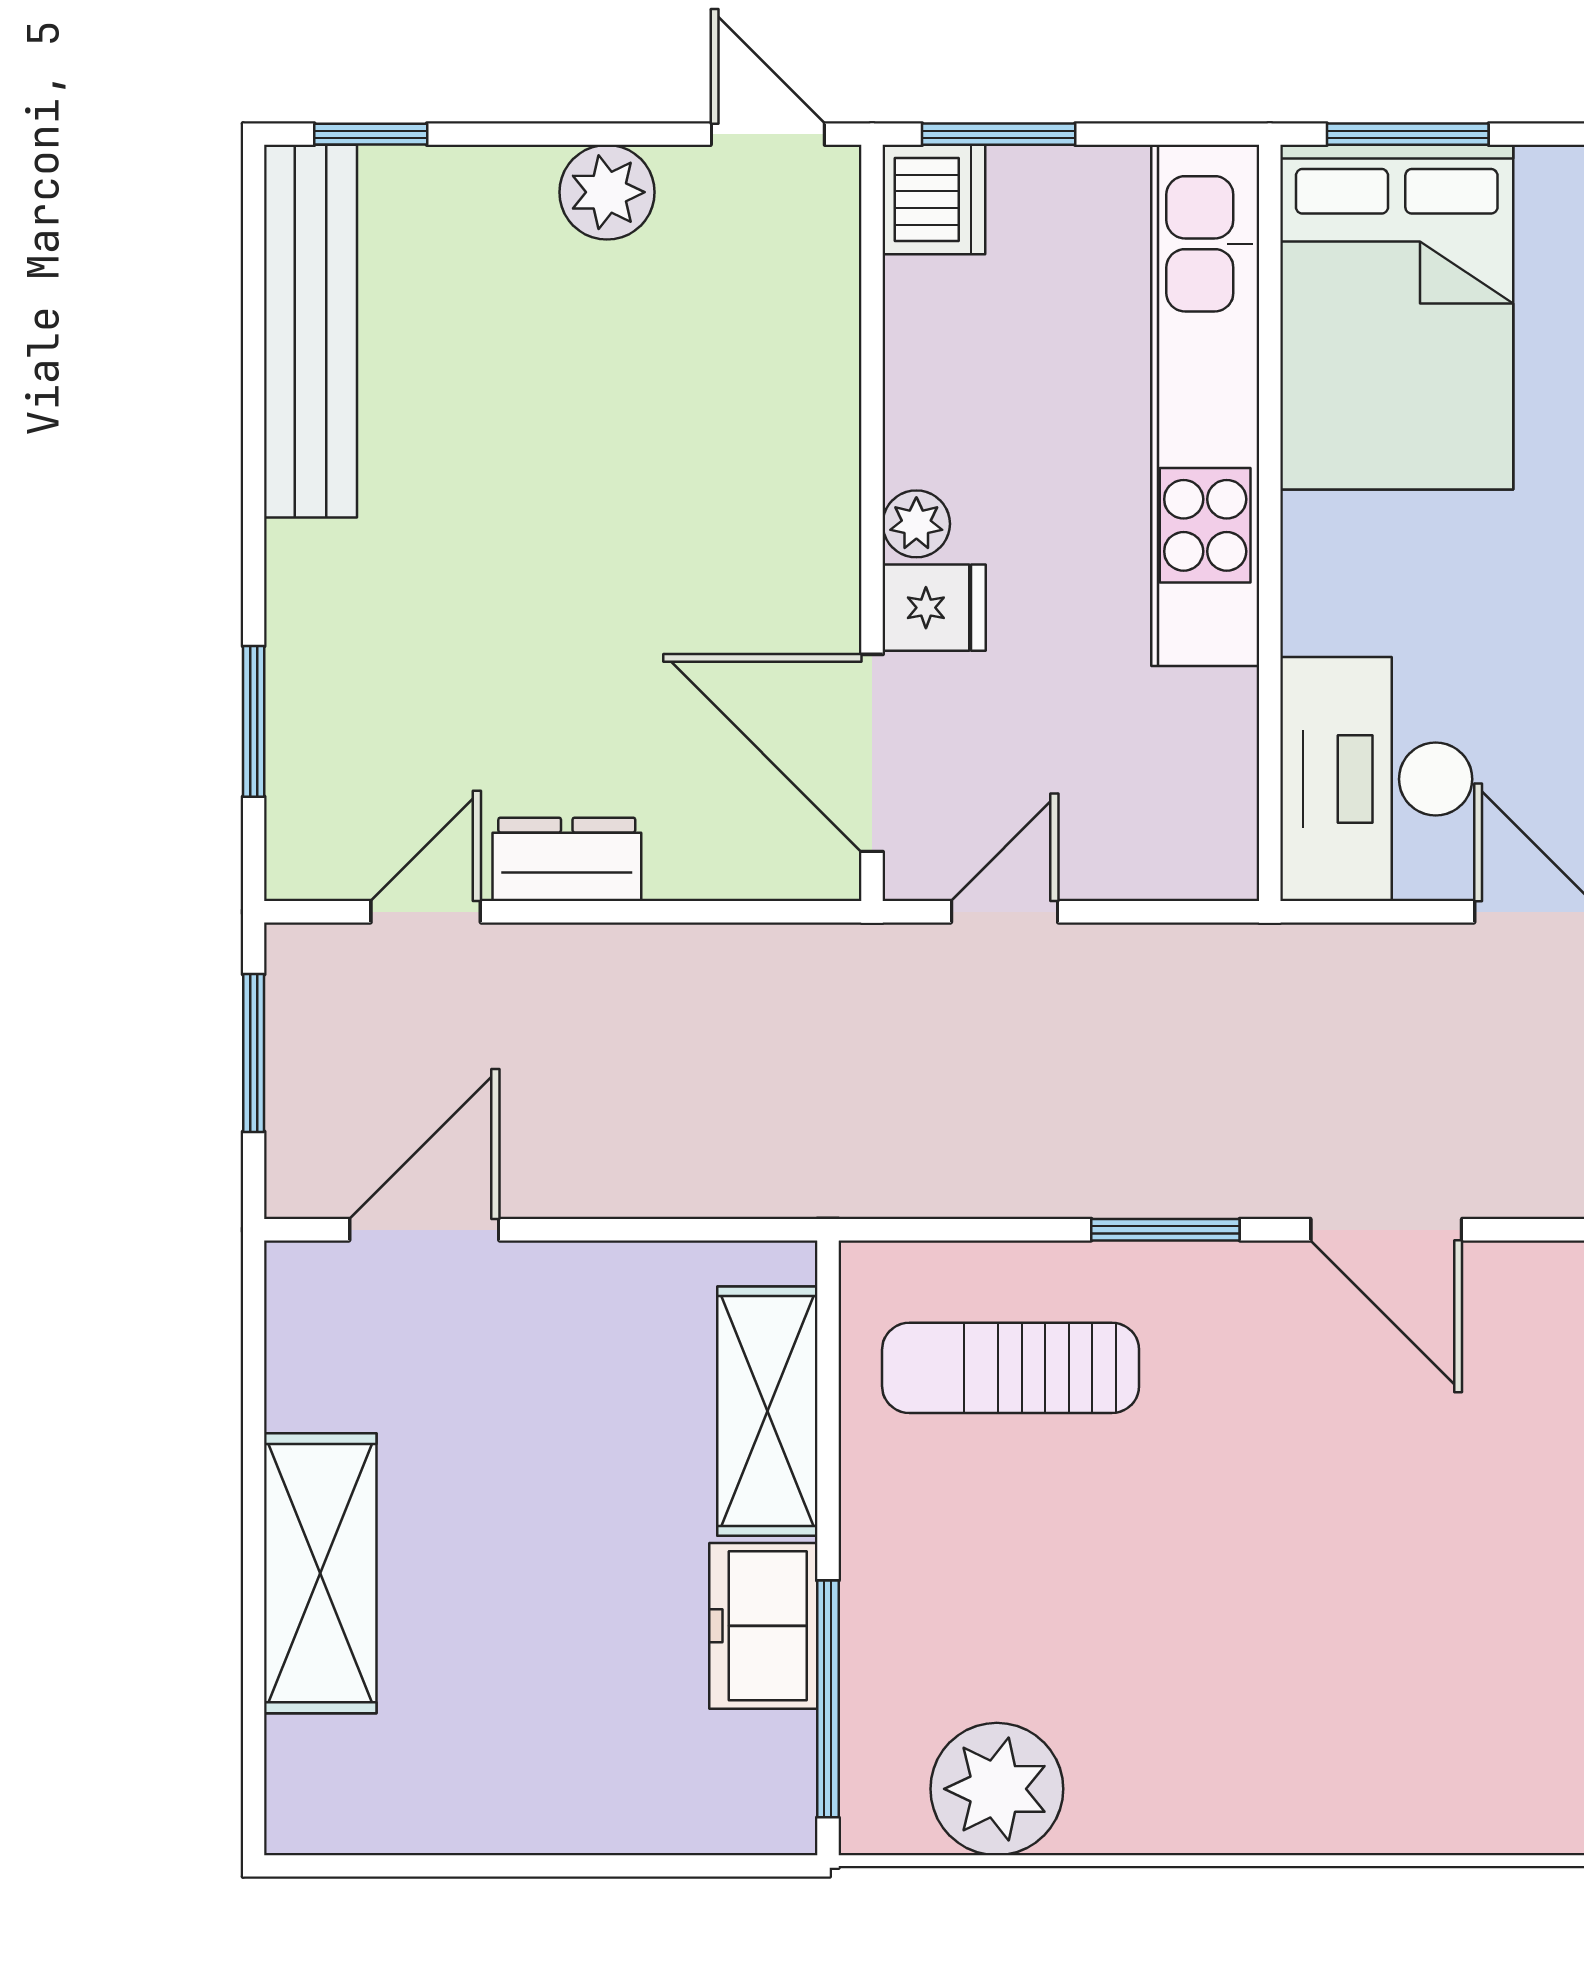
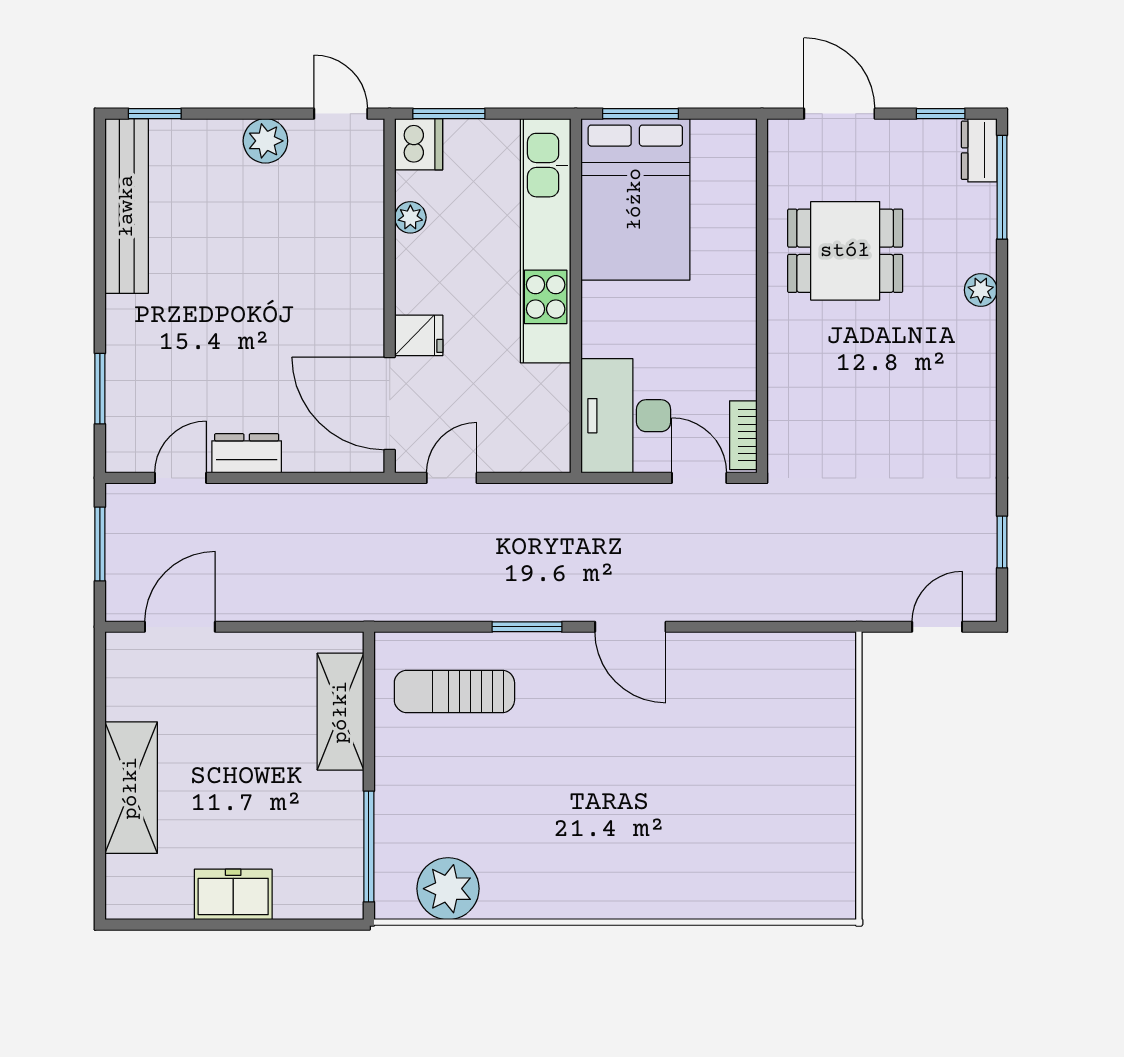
plant: (916, 524) -> (410, 217), moved
freezer: (763, 1626) -> (233, 894), moved, turned 90

